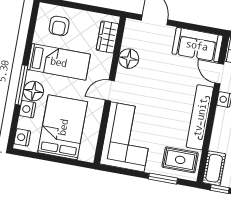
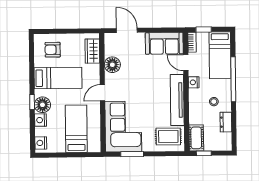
armchair: (59, 26) -> (53, 50), turned 90
window: (21, 85) -> (32, 102), width x0.46
bed: (63, 127) -> (76, 129), width x0.67
window: (163, 179) -> (132, 154), moved

